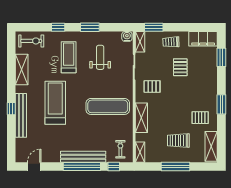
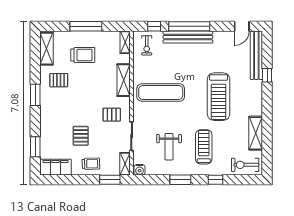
treadmill: (69, 57) -> (204, 147), turned 180
window: (11, 109) -> (267, 75), moved
bench: (21, 115) -> (256, 55), moved

